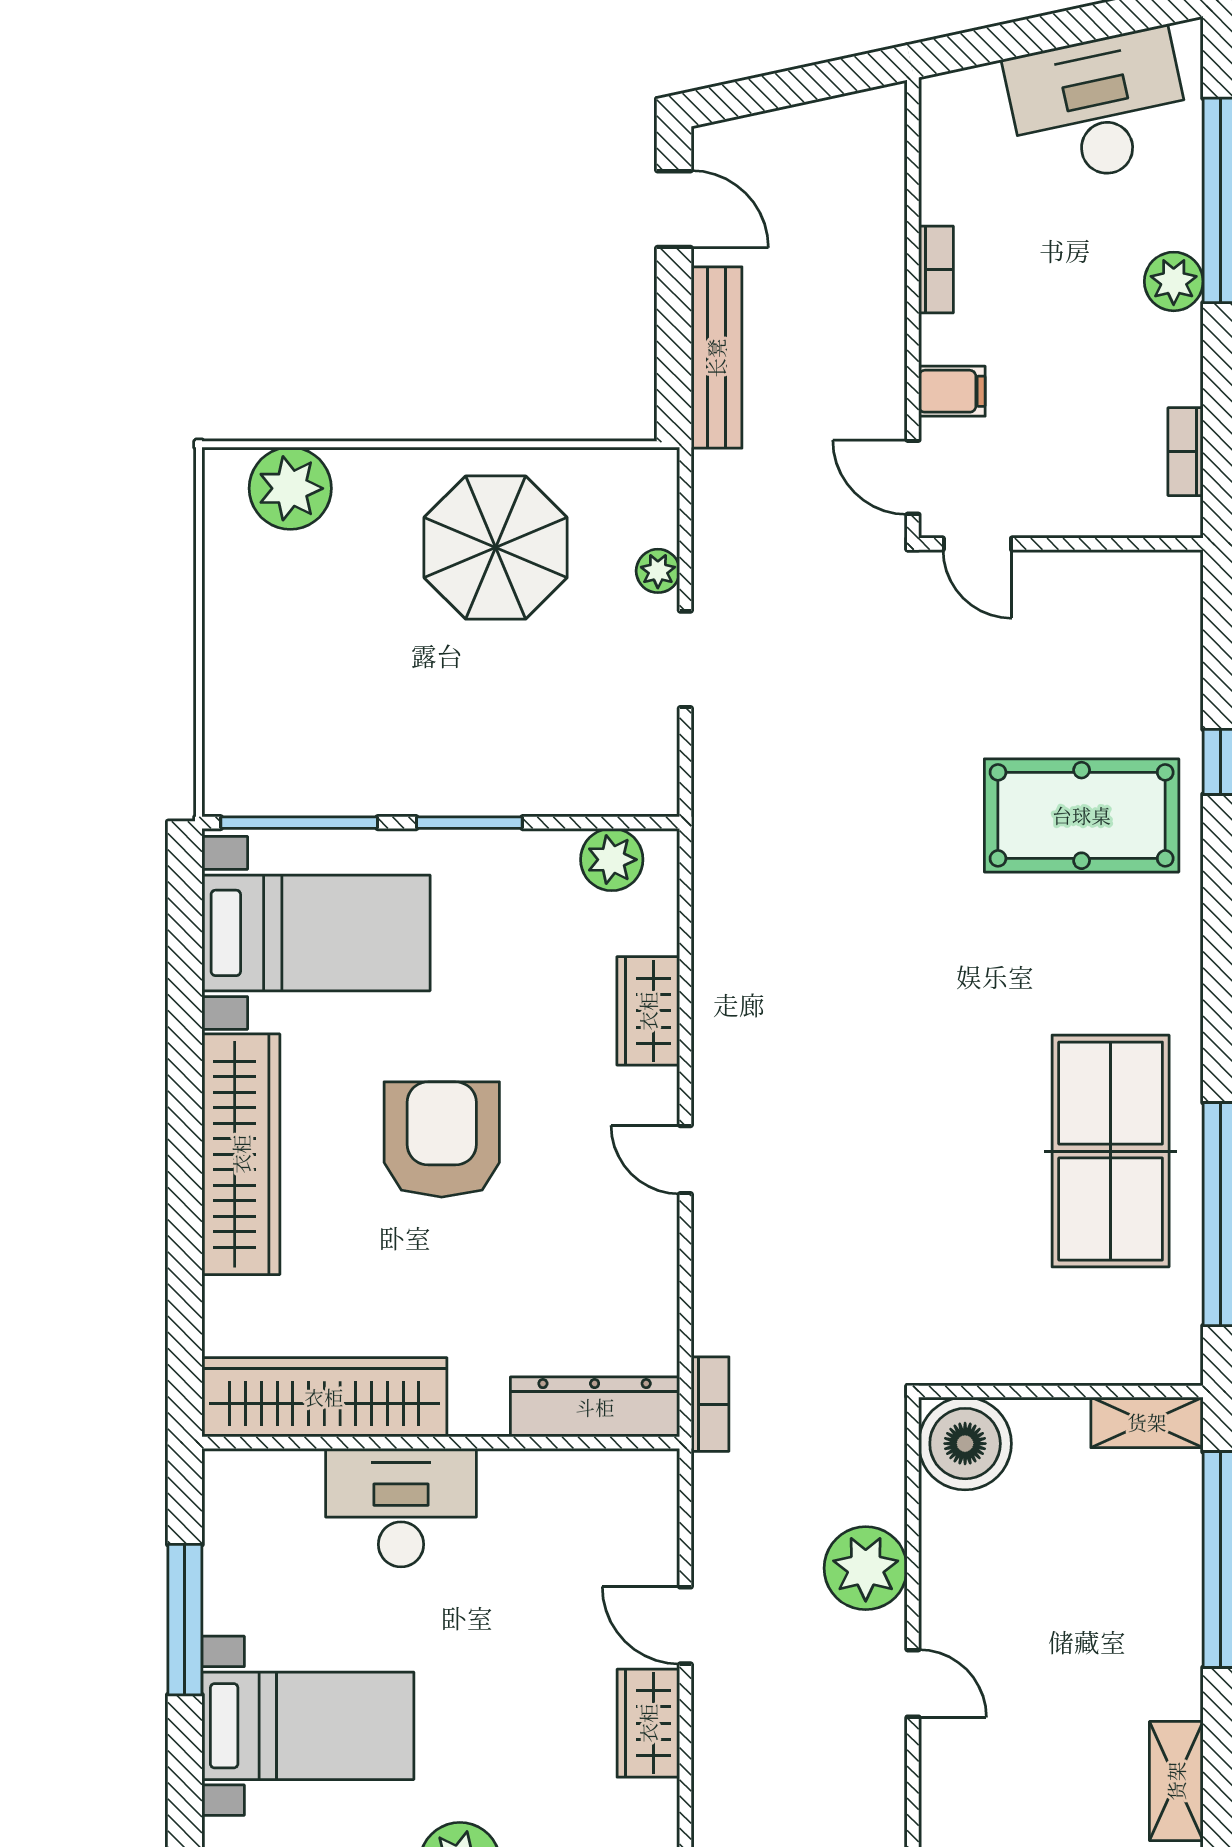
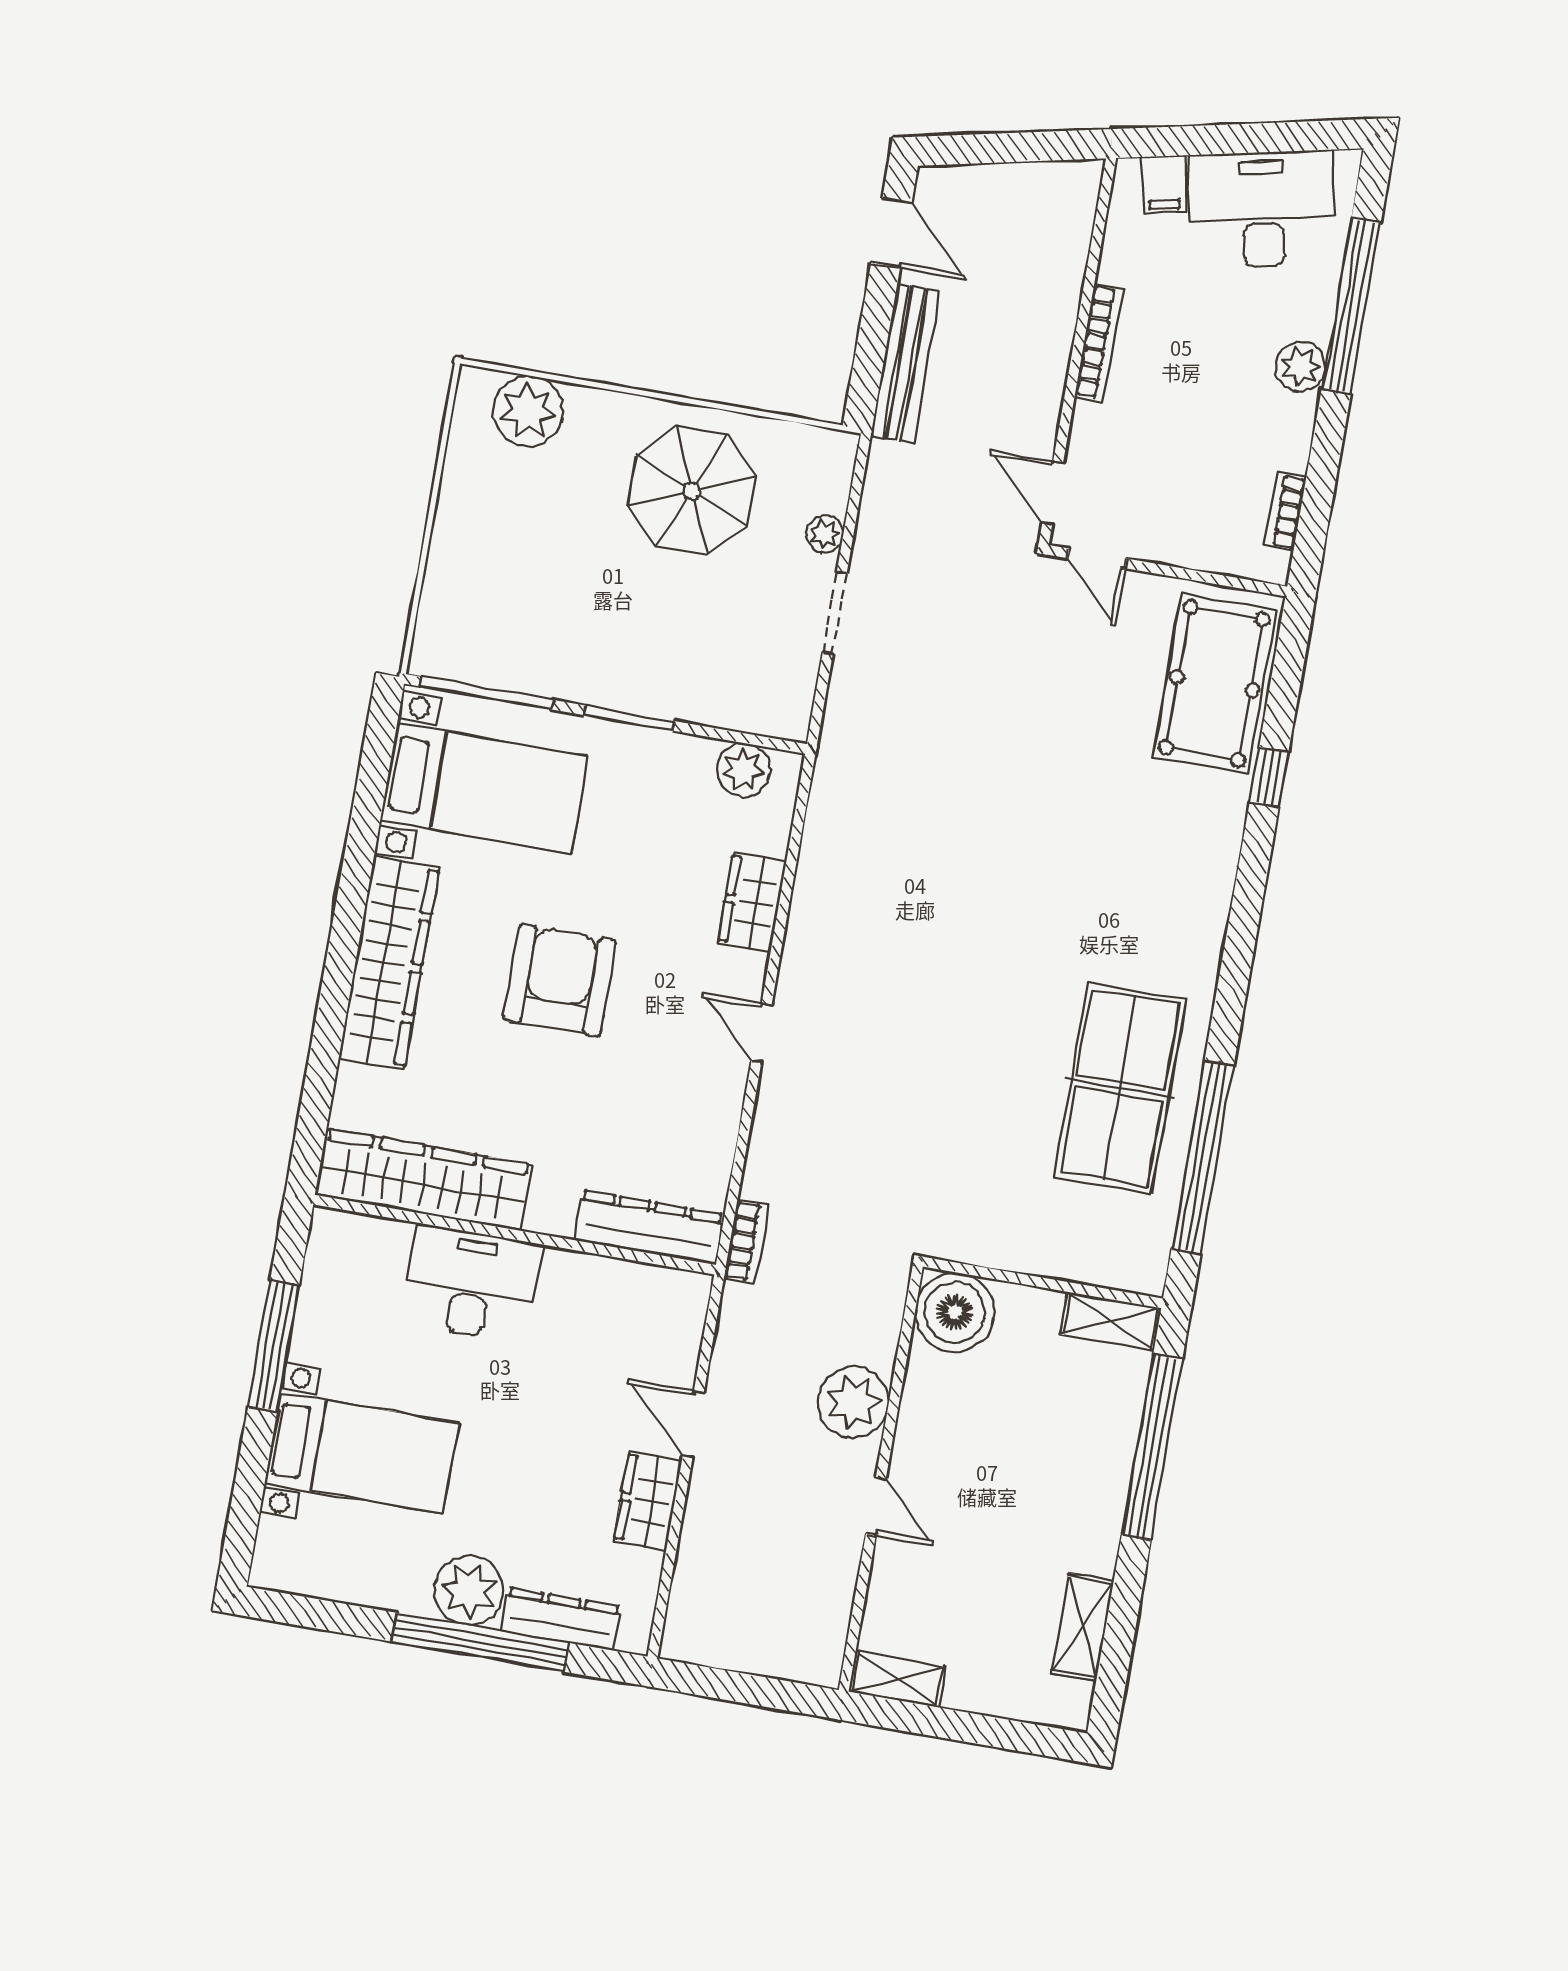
bookcase: (936, 270) -> (1099, 342), width x1.56
filing cabinet: (952, 391) -> (1164, 185), moved, turned 78
pool table: (1082, 815) -> (1214, 684), moved, turned 90

